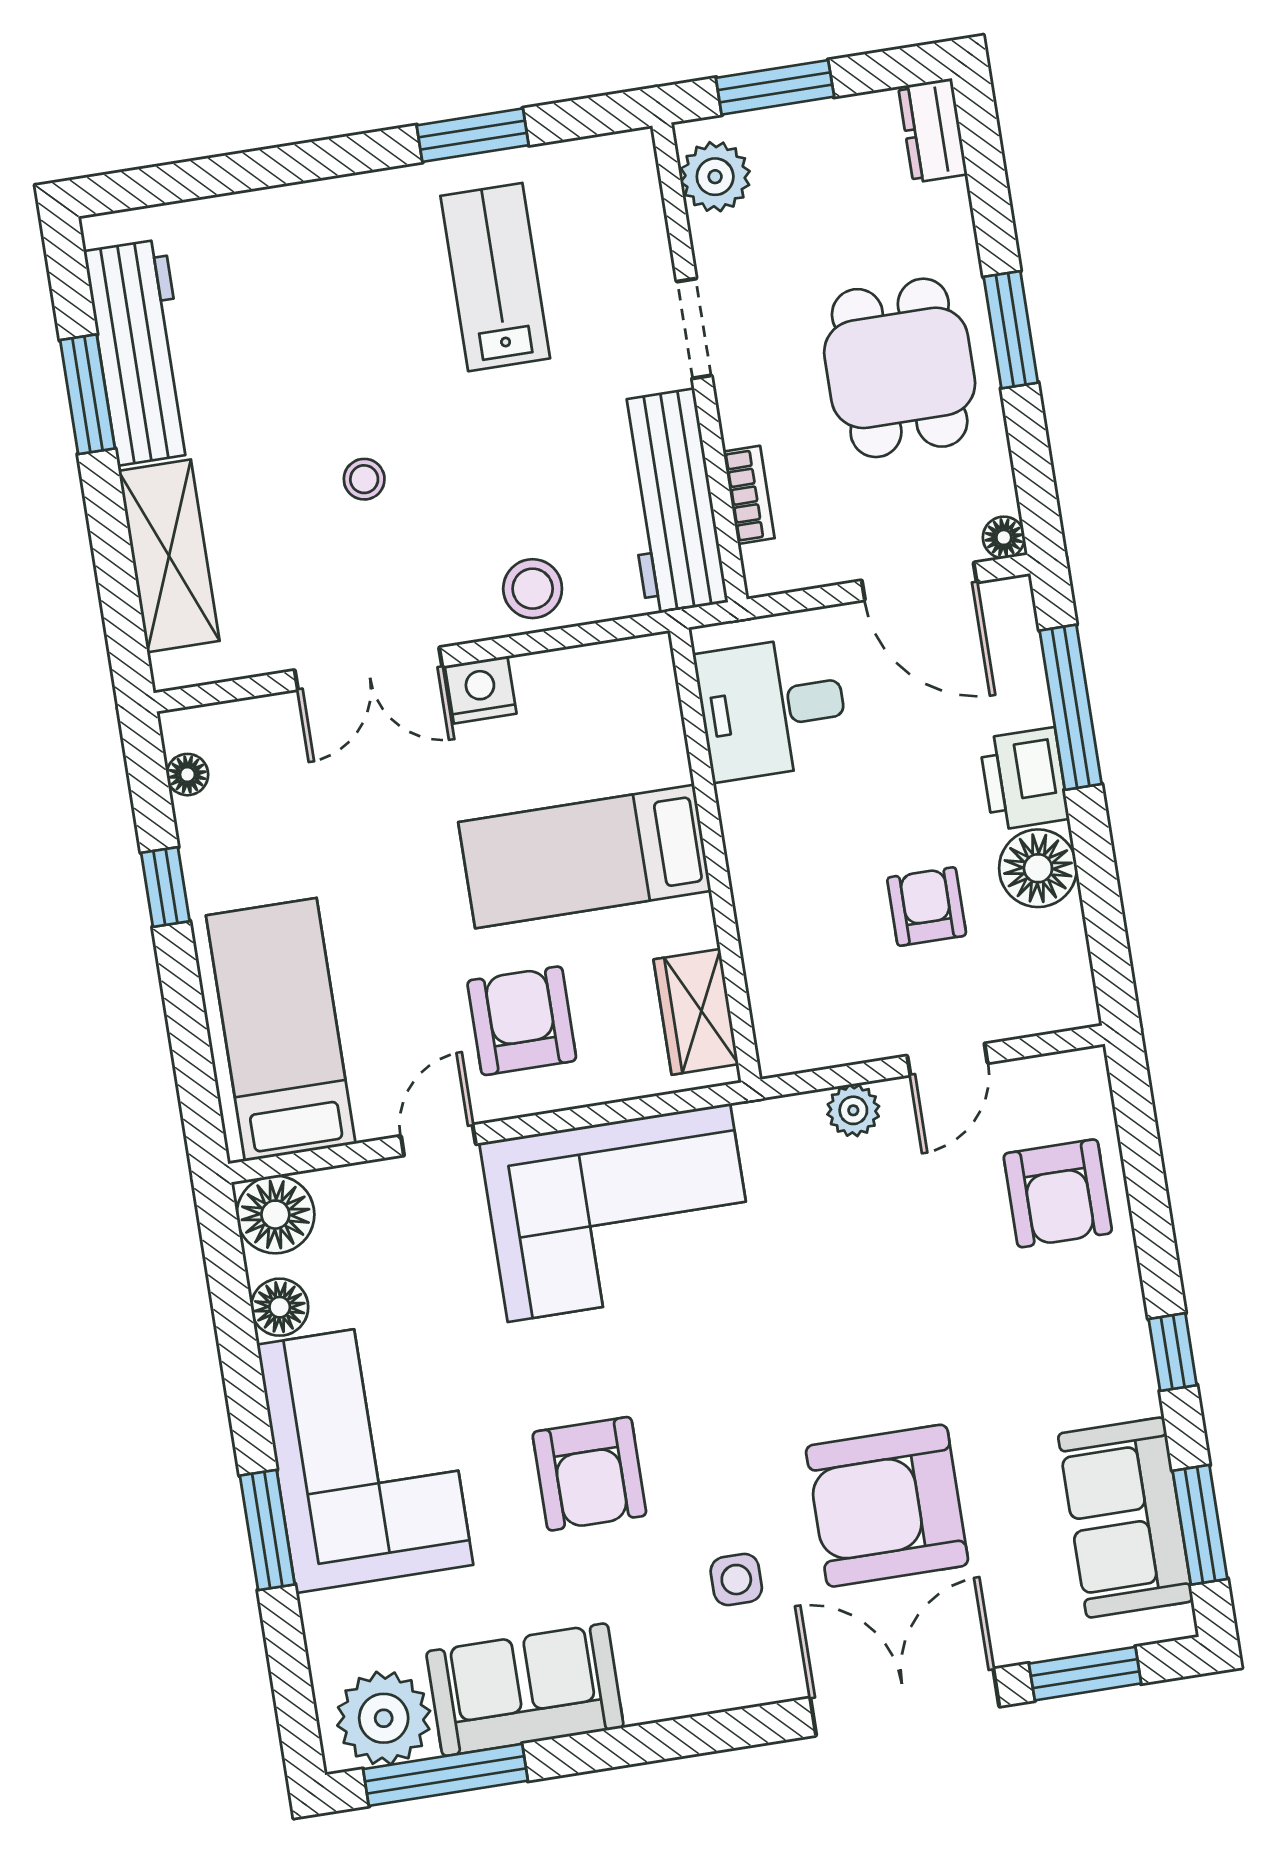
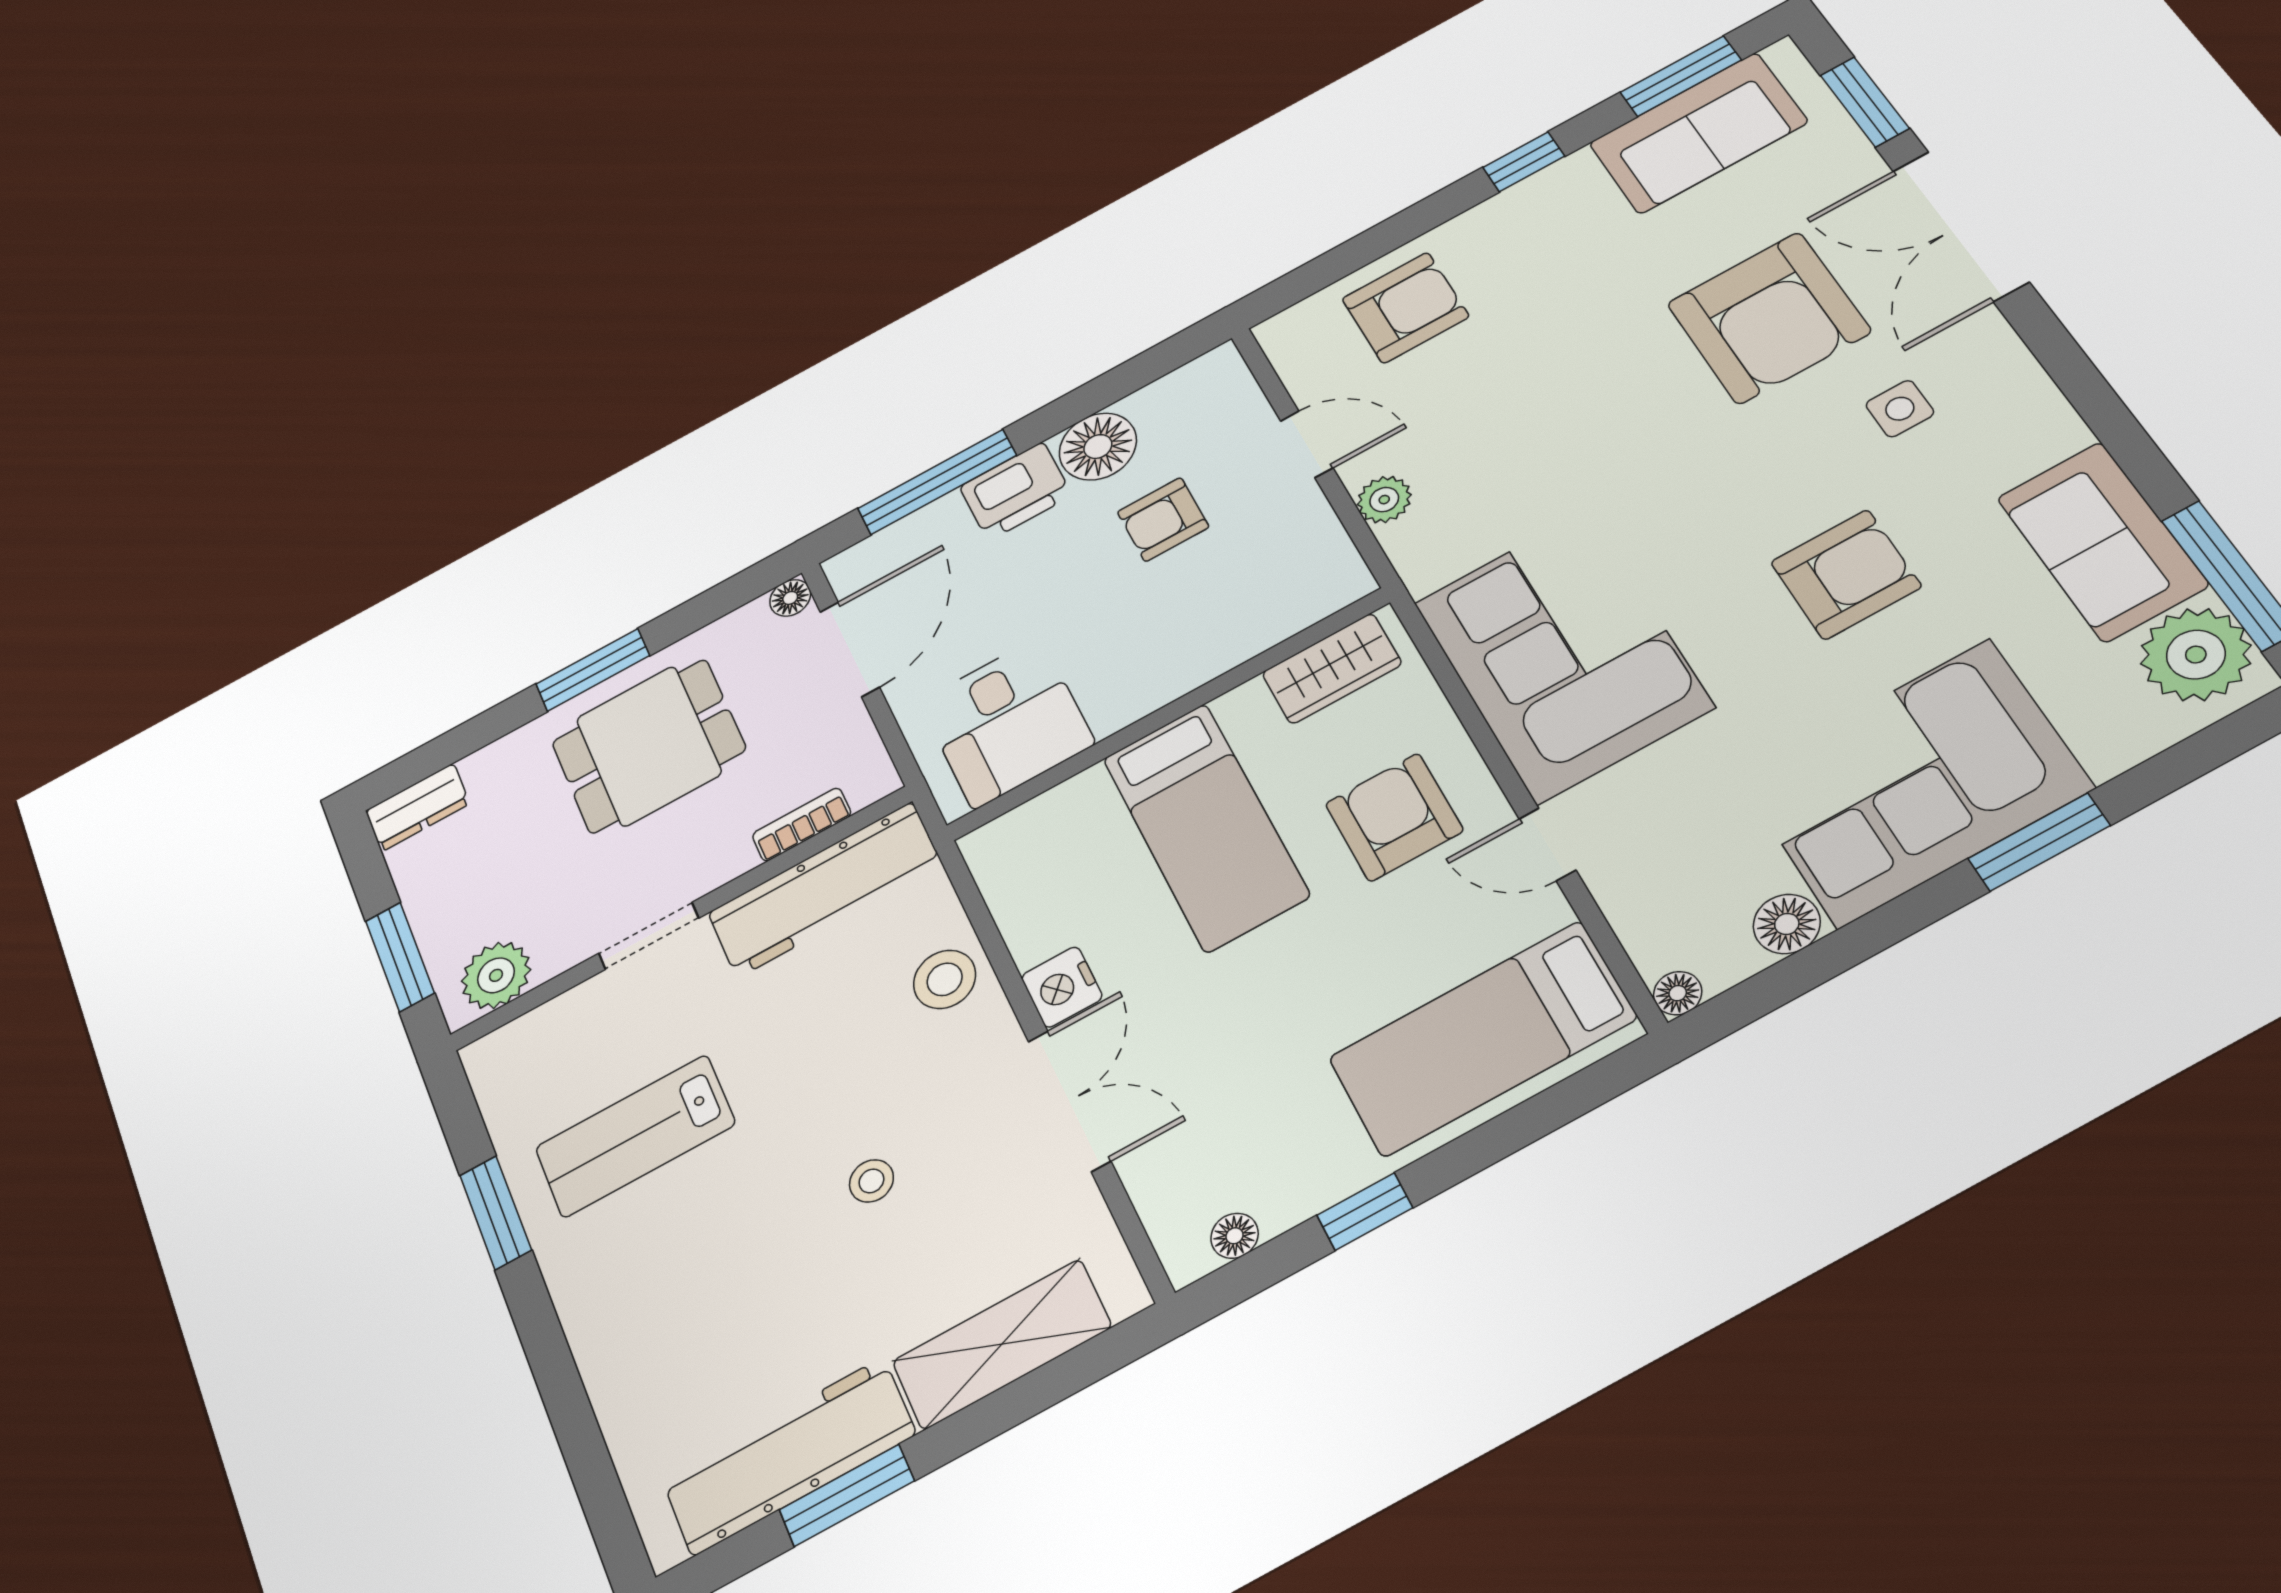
armchair: (522, 1021) -> (1394, 817), turned 90
floor lamp: (275, 1215) -> (1678, 993), width x0.53, depth x0.53

